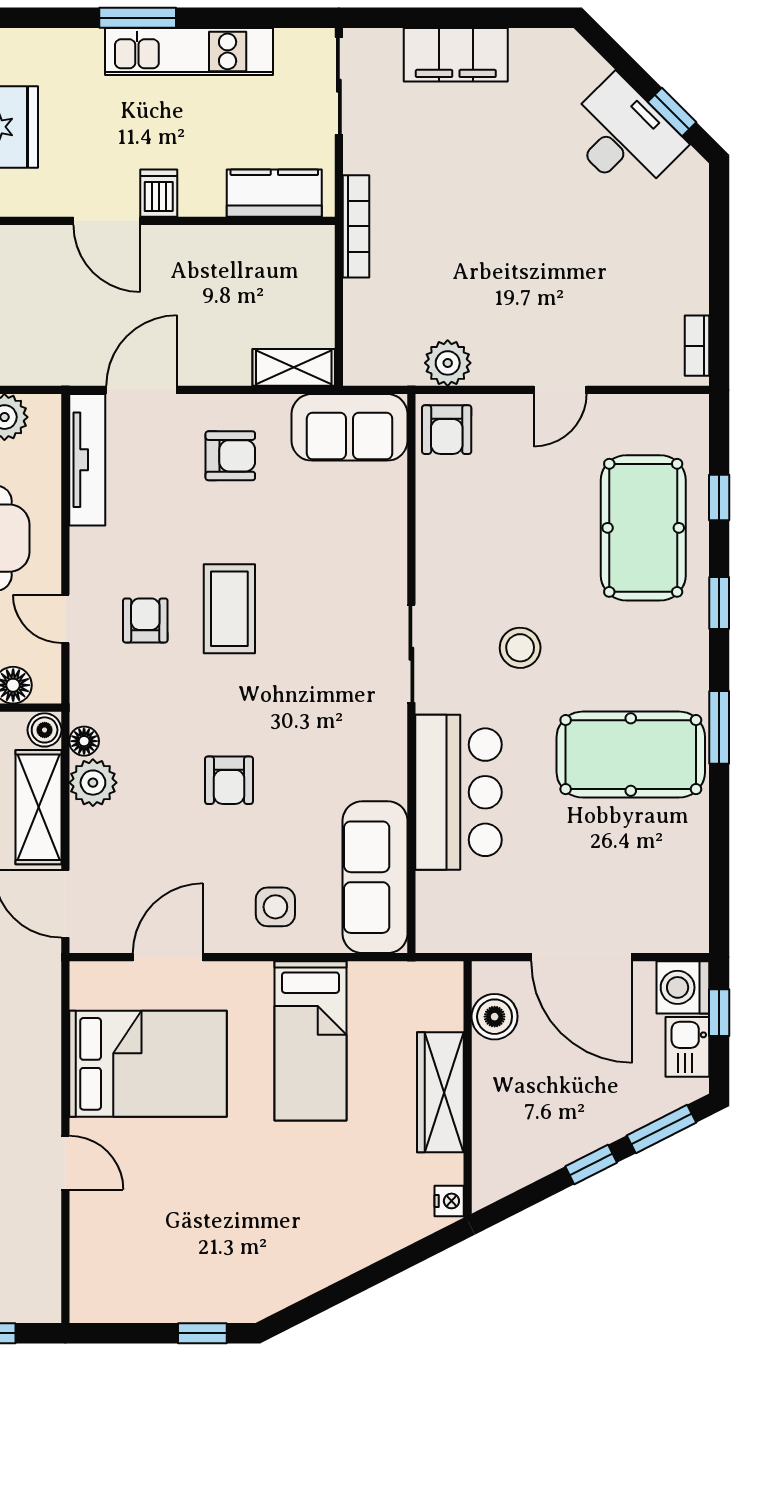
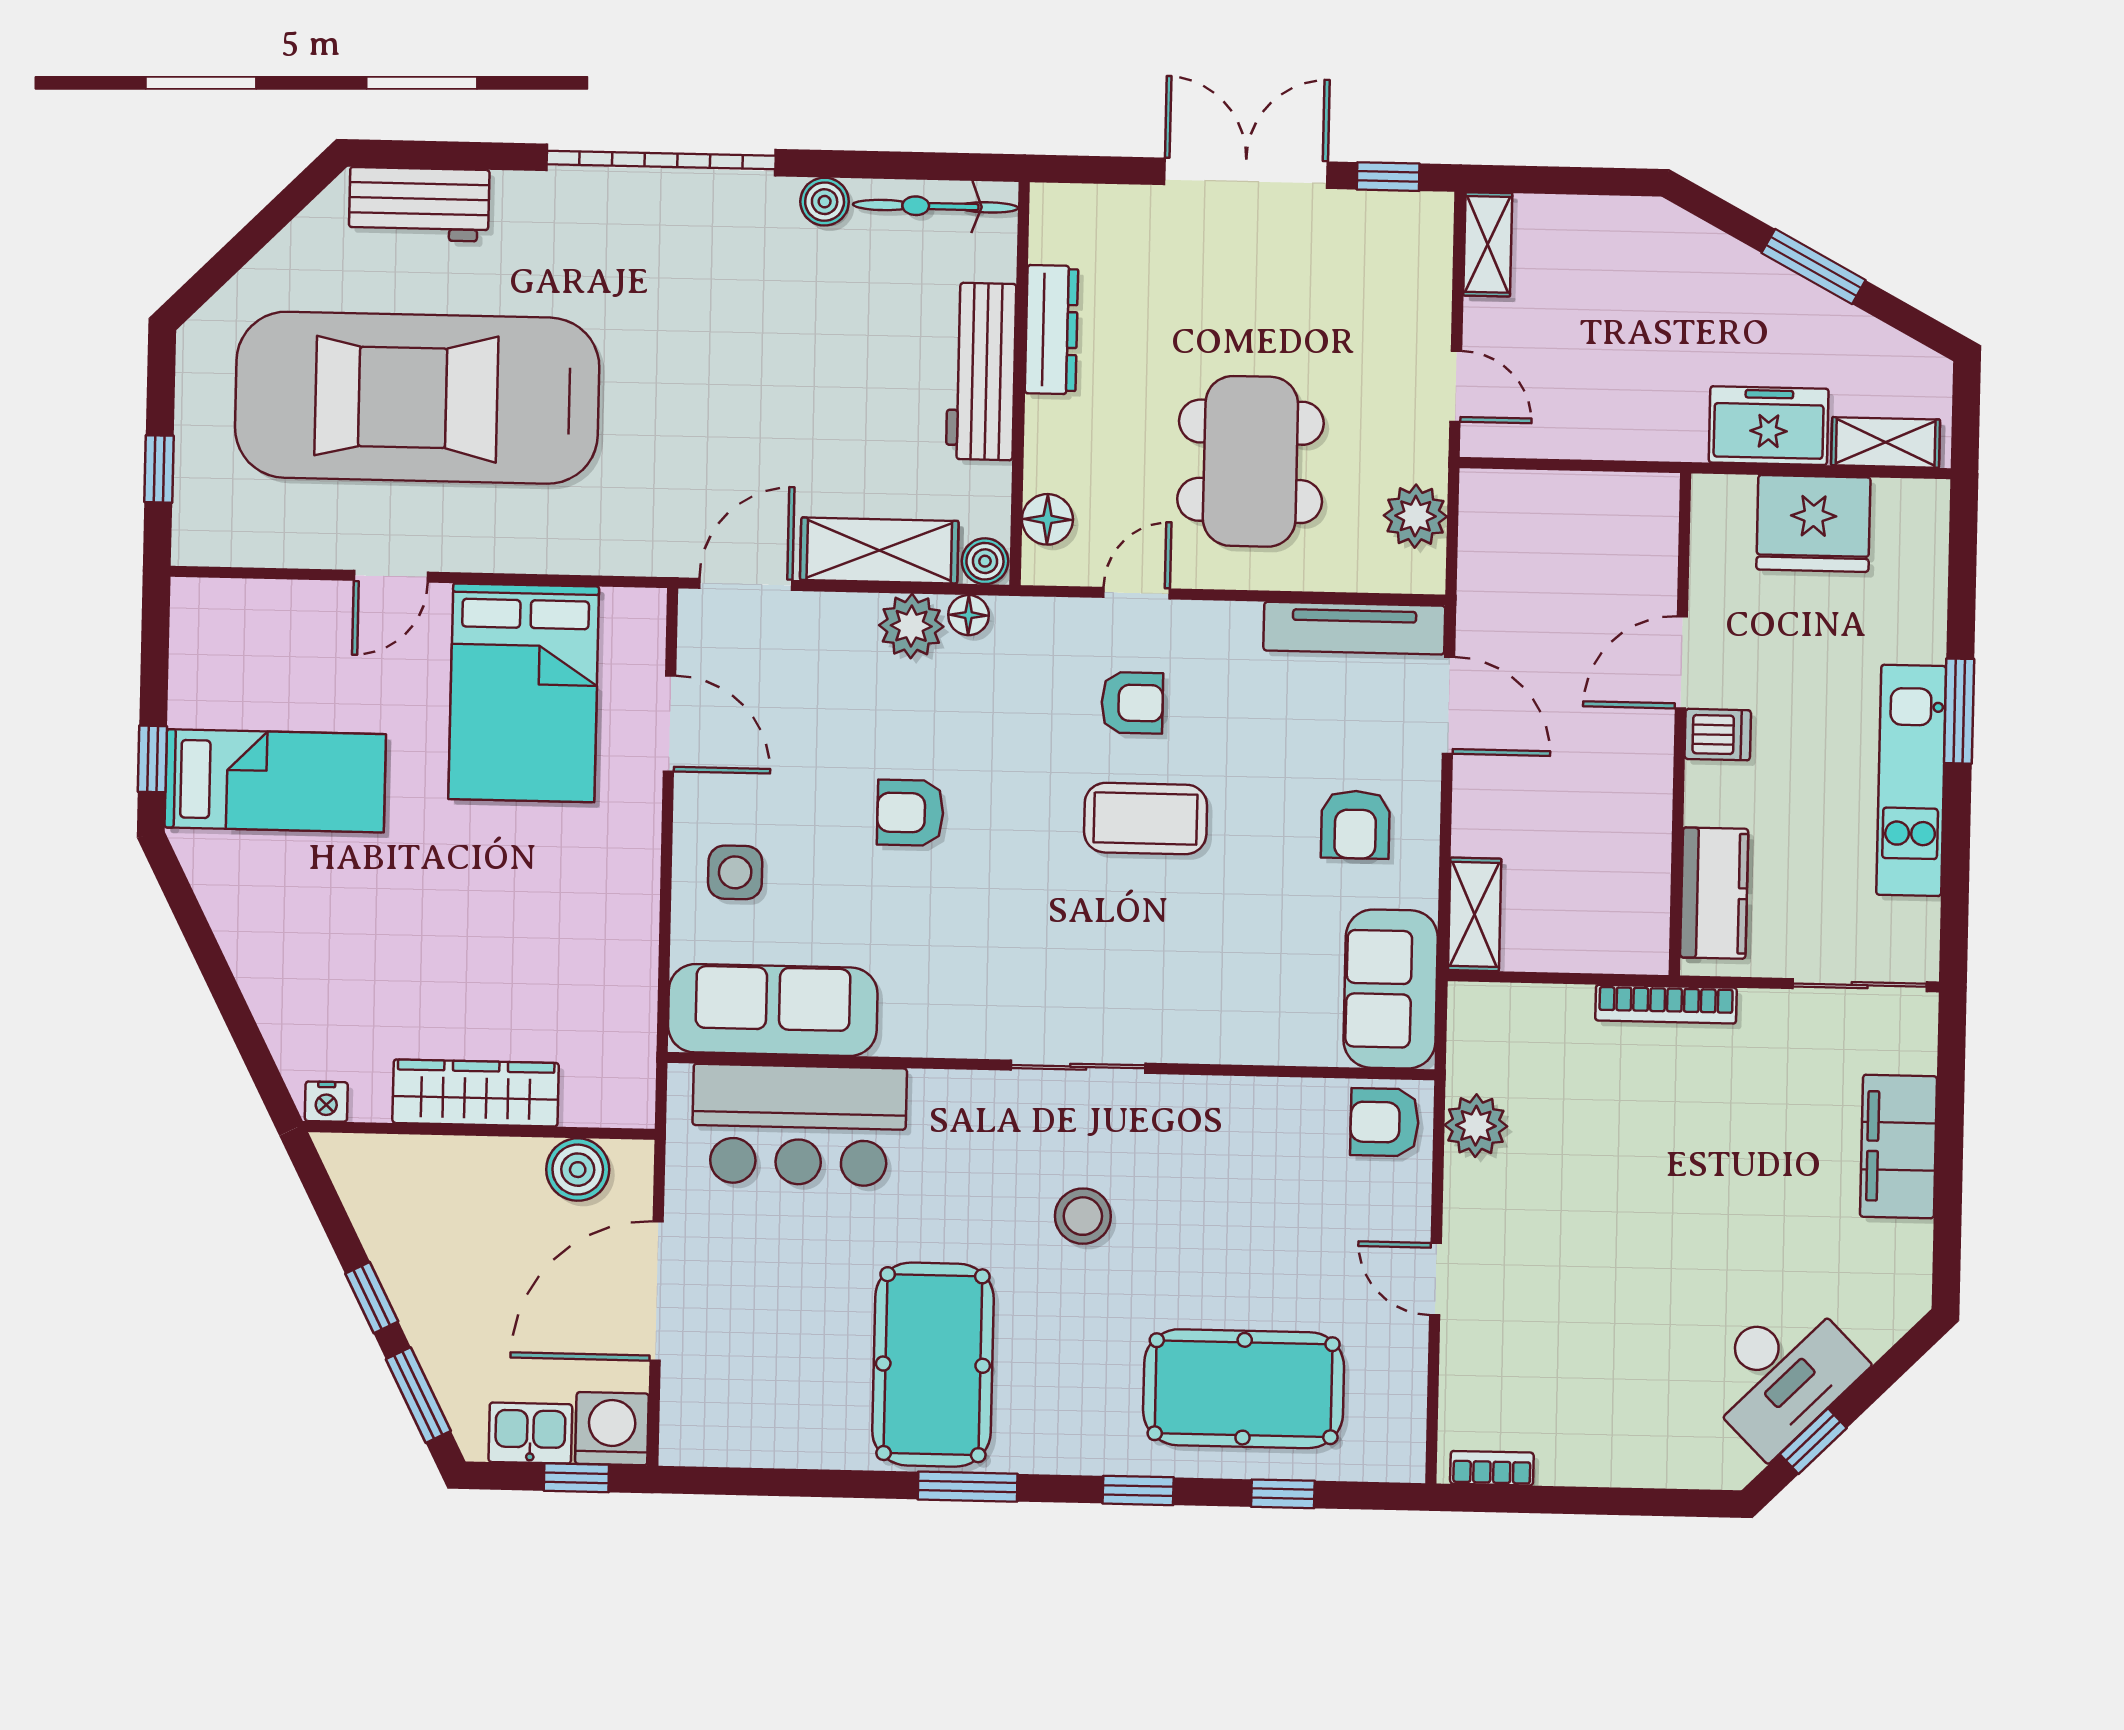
bar counter: (458, 792) -> (799, 1125), moved
bed: (310, 1041) -> (275, 781), moved, turned 180

